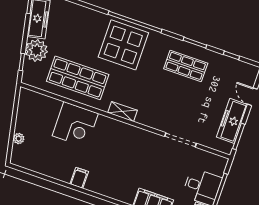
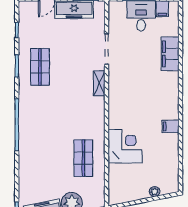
display table: (123, 45) -> (40, 128), removed
shop shelf: (78, 78) -> (83, 158), width x0.70, depth x0.74
shelving: (122, 112) -> (99, 83), moved

